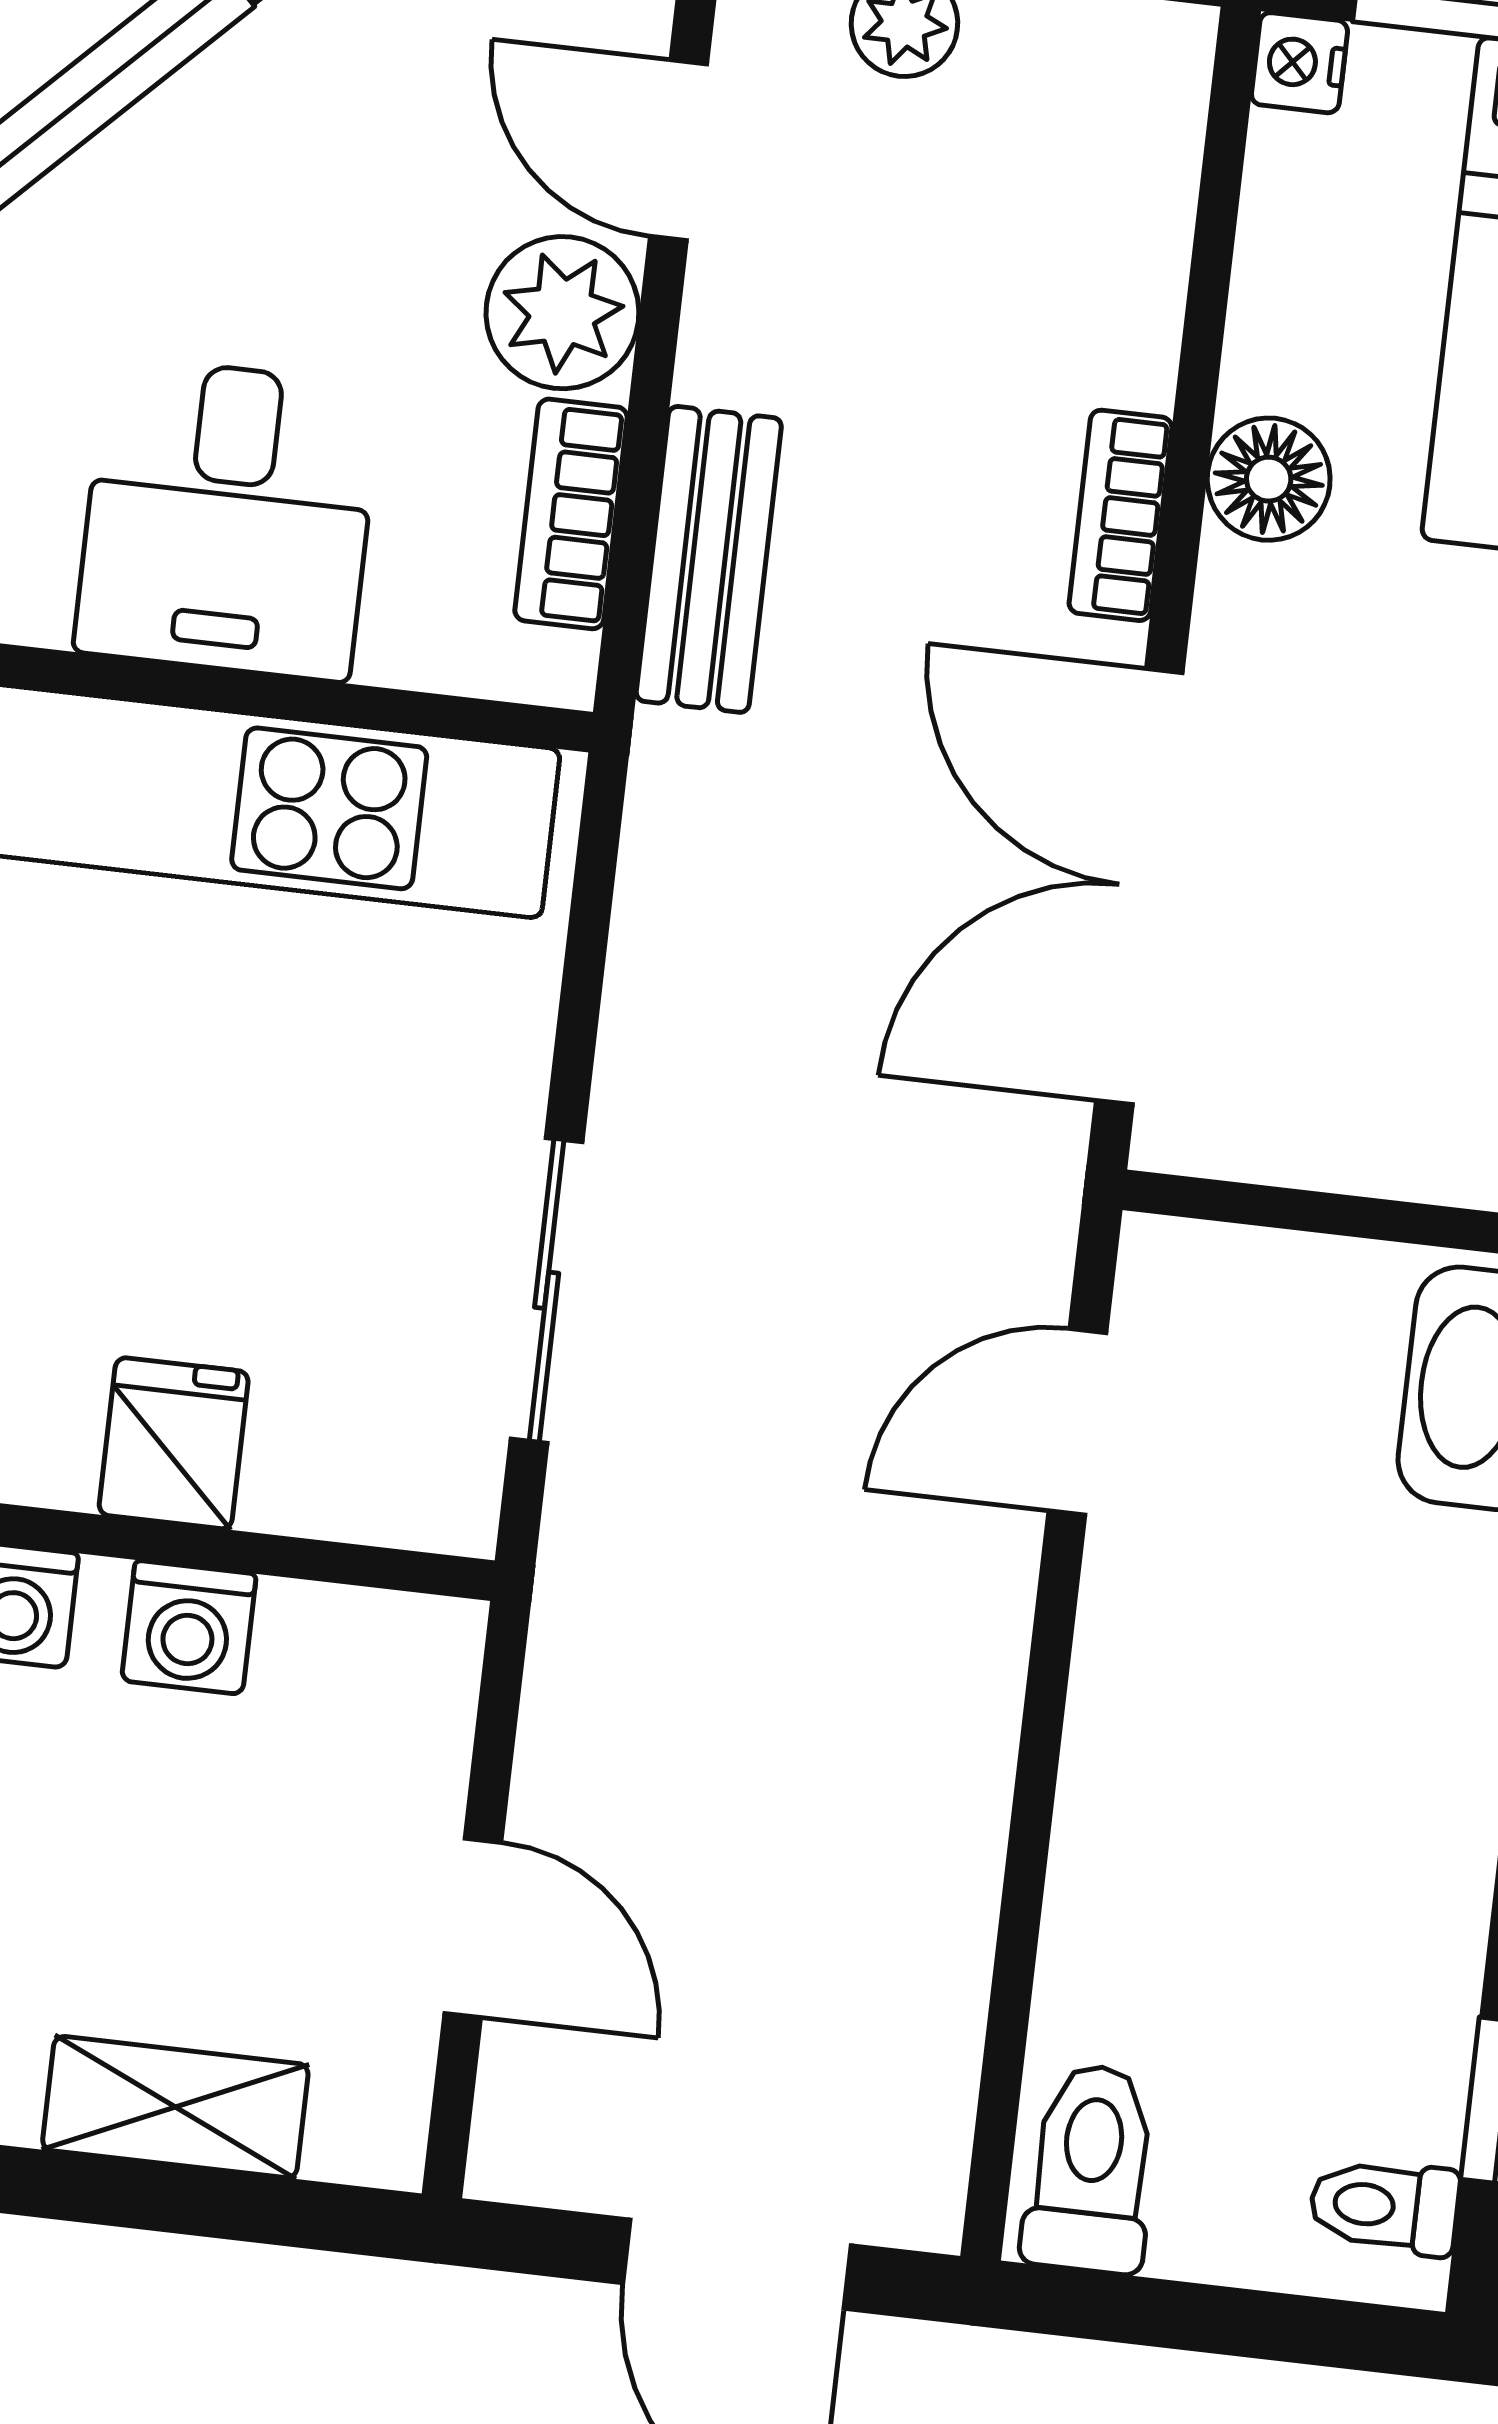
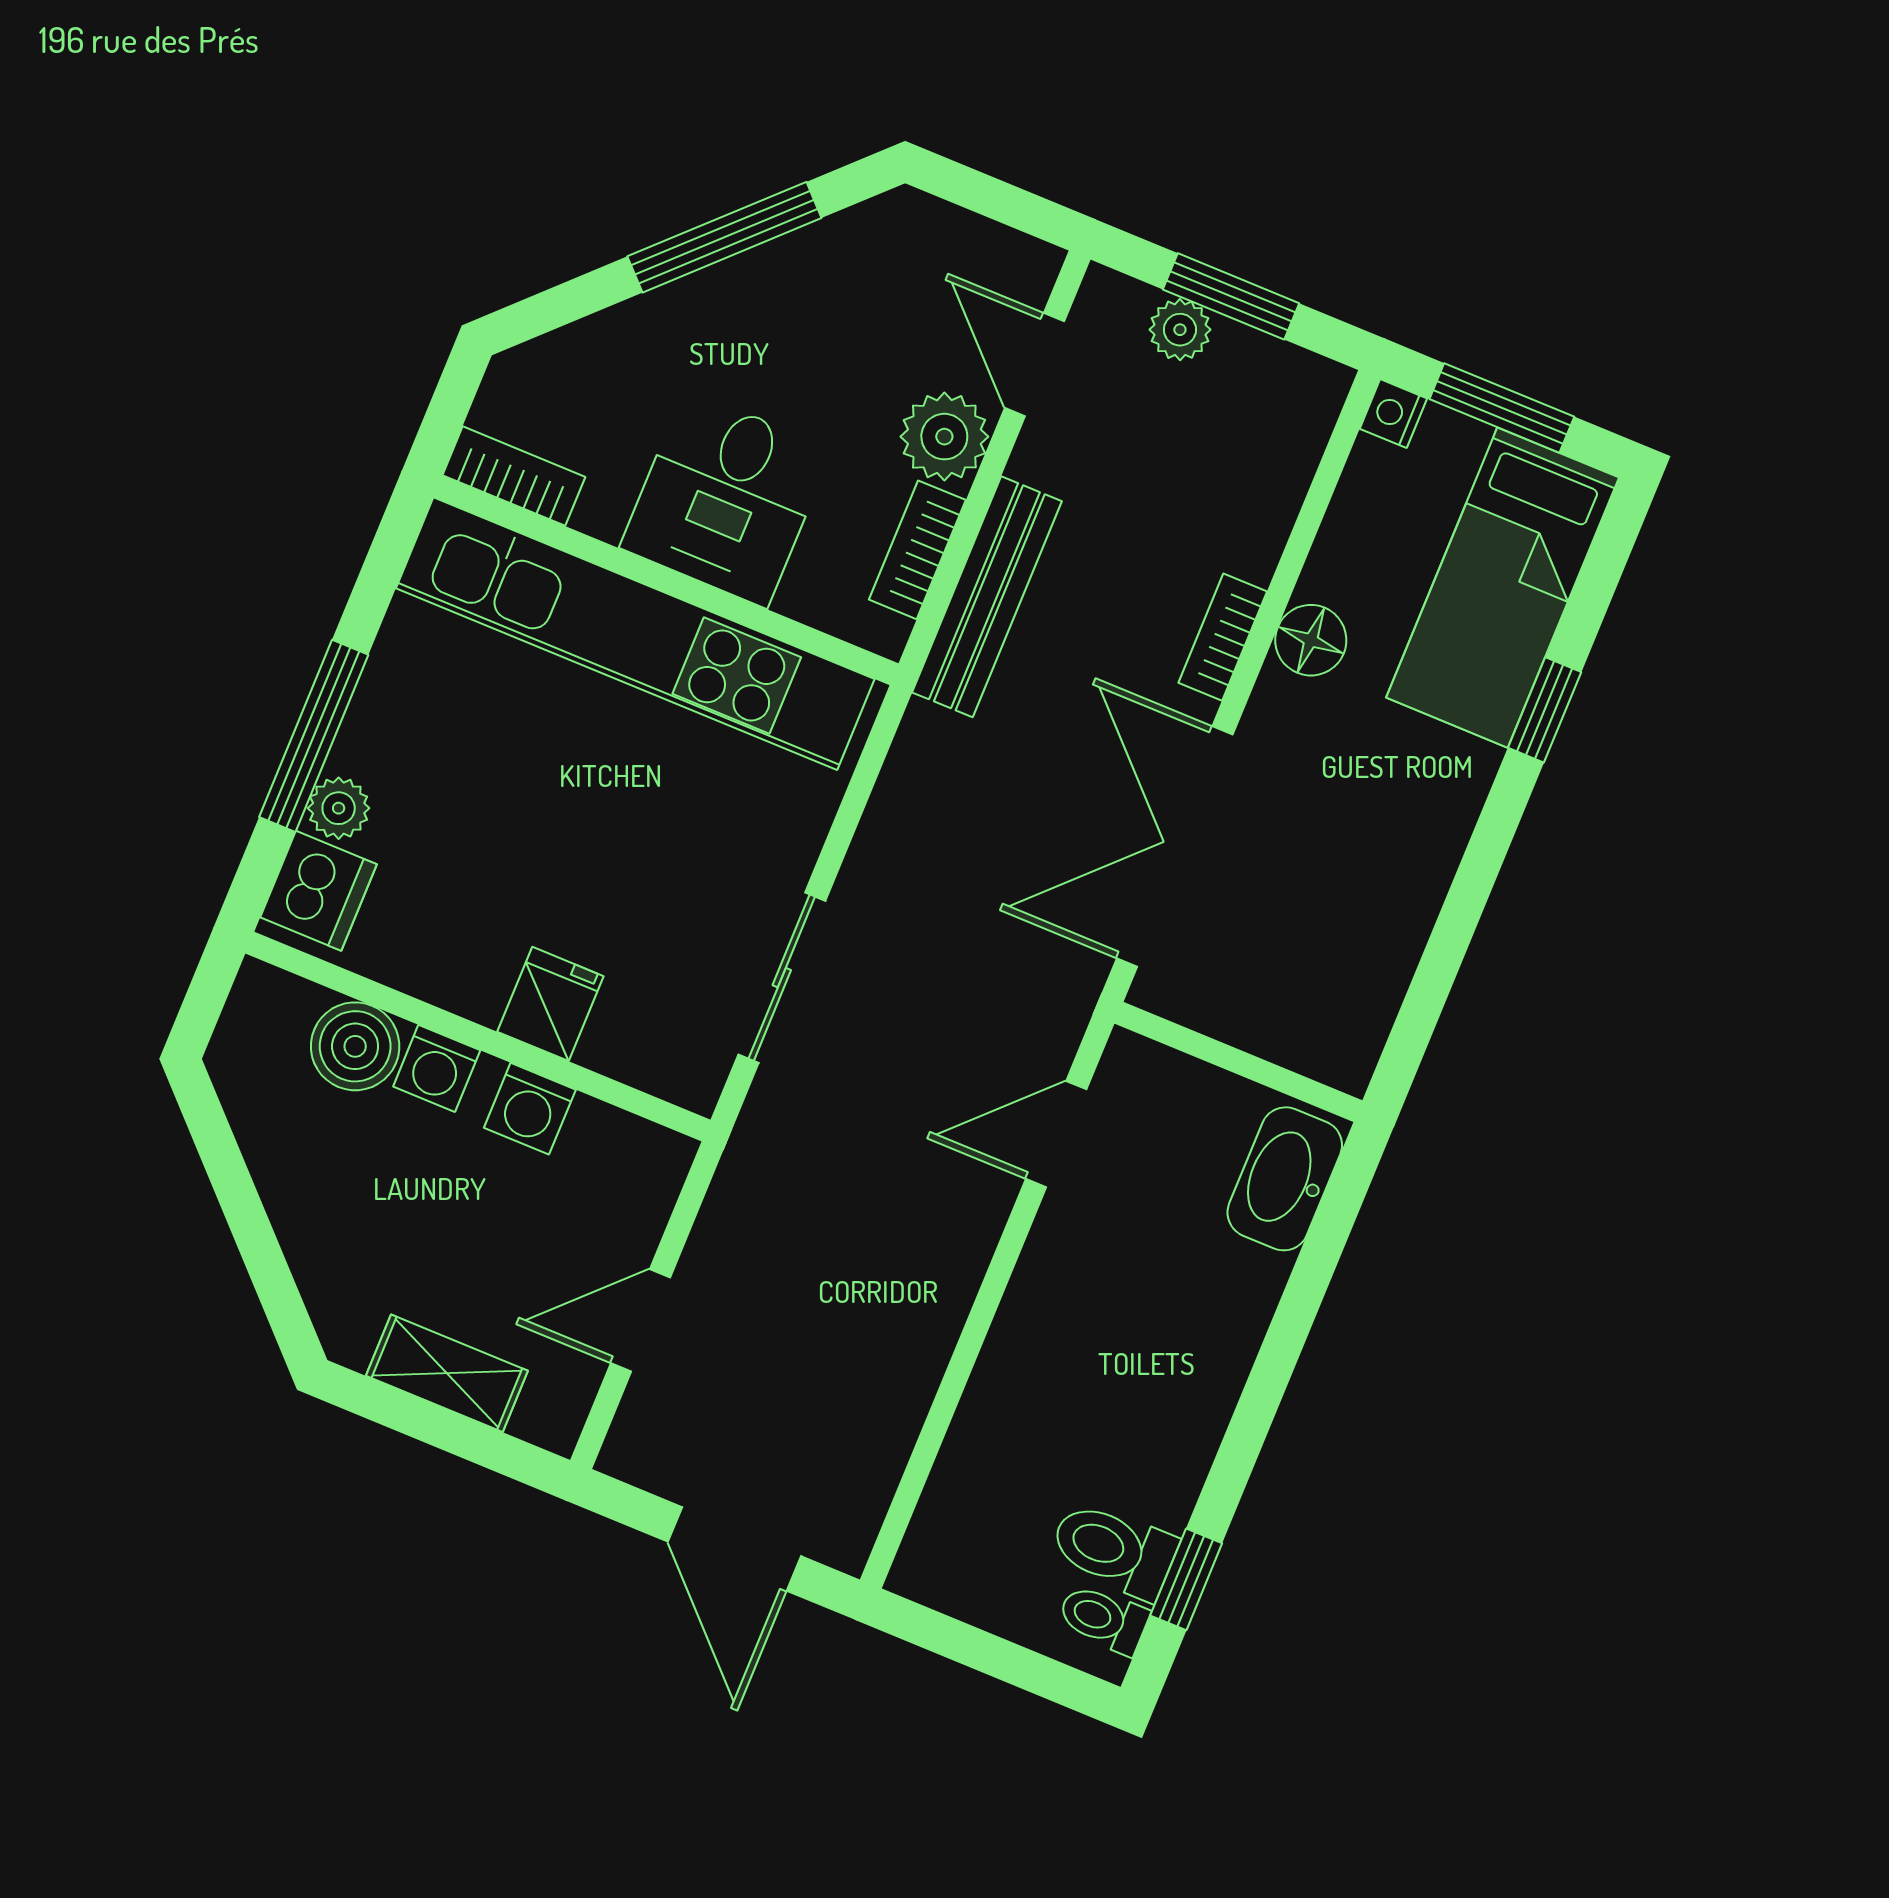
bench: (709, 559) -> (987, 597), width x1.36
door: (473, 1928) -> (640, 1320), swing flipped
toilet: (1091, 2168) -> (1114, 1550), moved, turned -90

